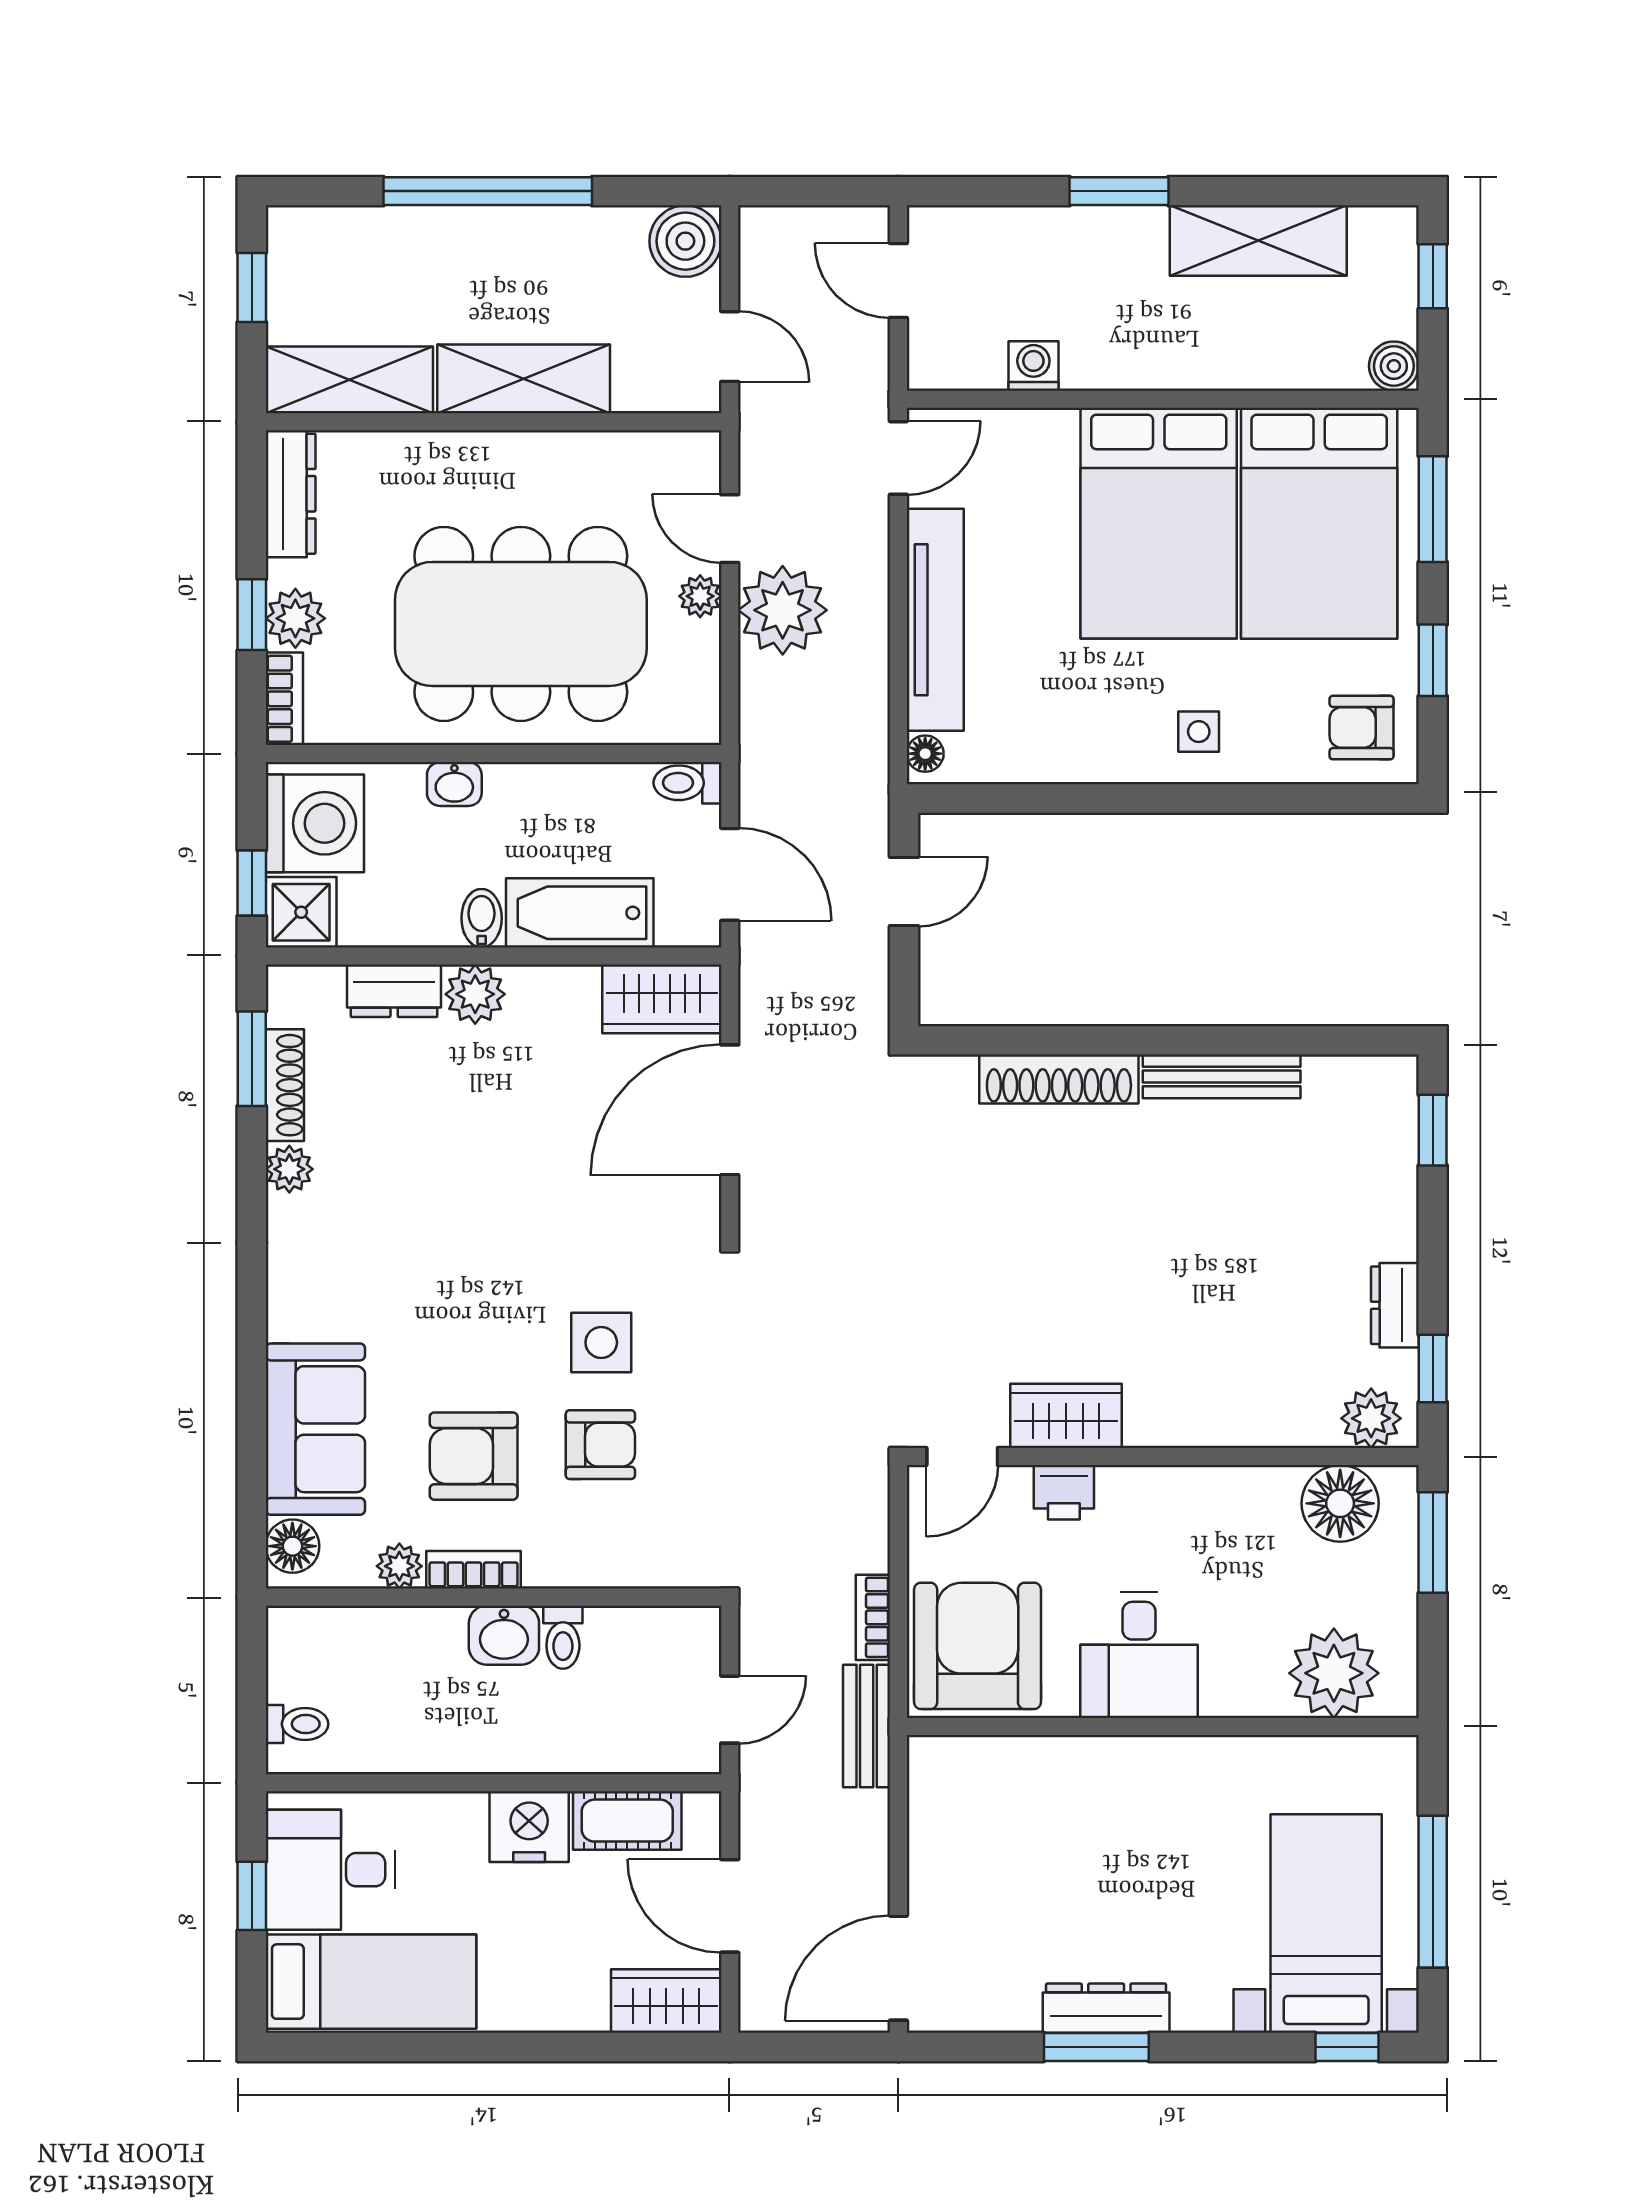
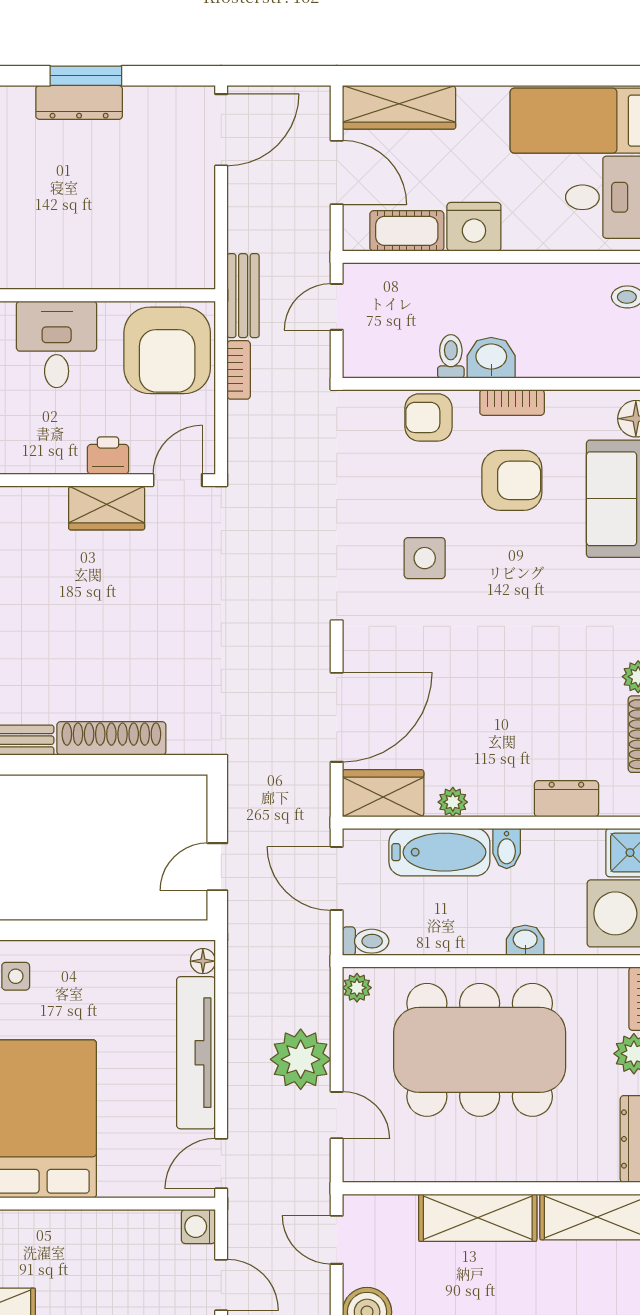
washing machine: (1033, 366) -> (198, 1226), moved, turned 90
plant: (700, 596) -> (357, 988), moved
plant: (475, 994) -> (453, 802), moved, width x0.73, depth x0.73
armchair: (600, 1445) -> (428, 417), moved
plant: (399, 1566) -> (563, 405), removed
wardrobe: (666, 2001) -> (399, 107), width x1.50

